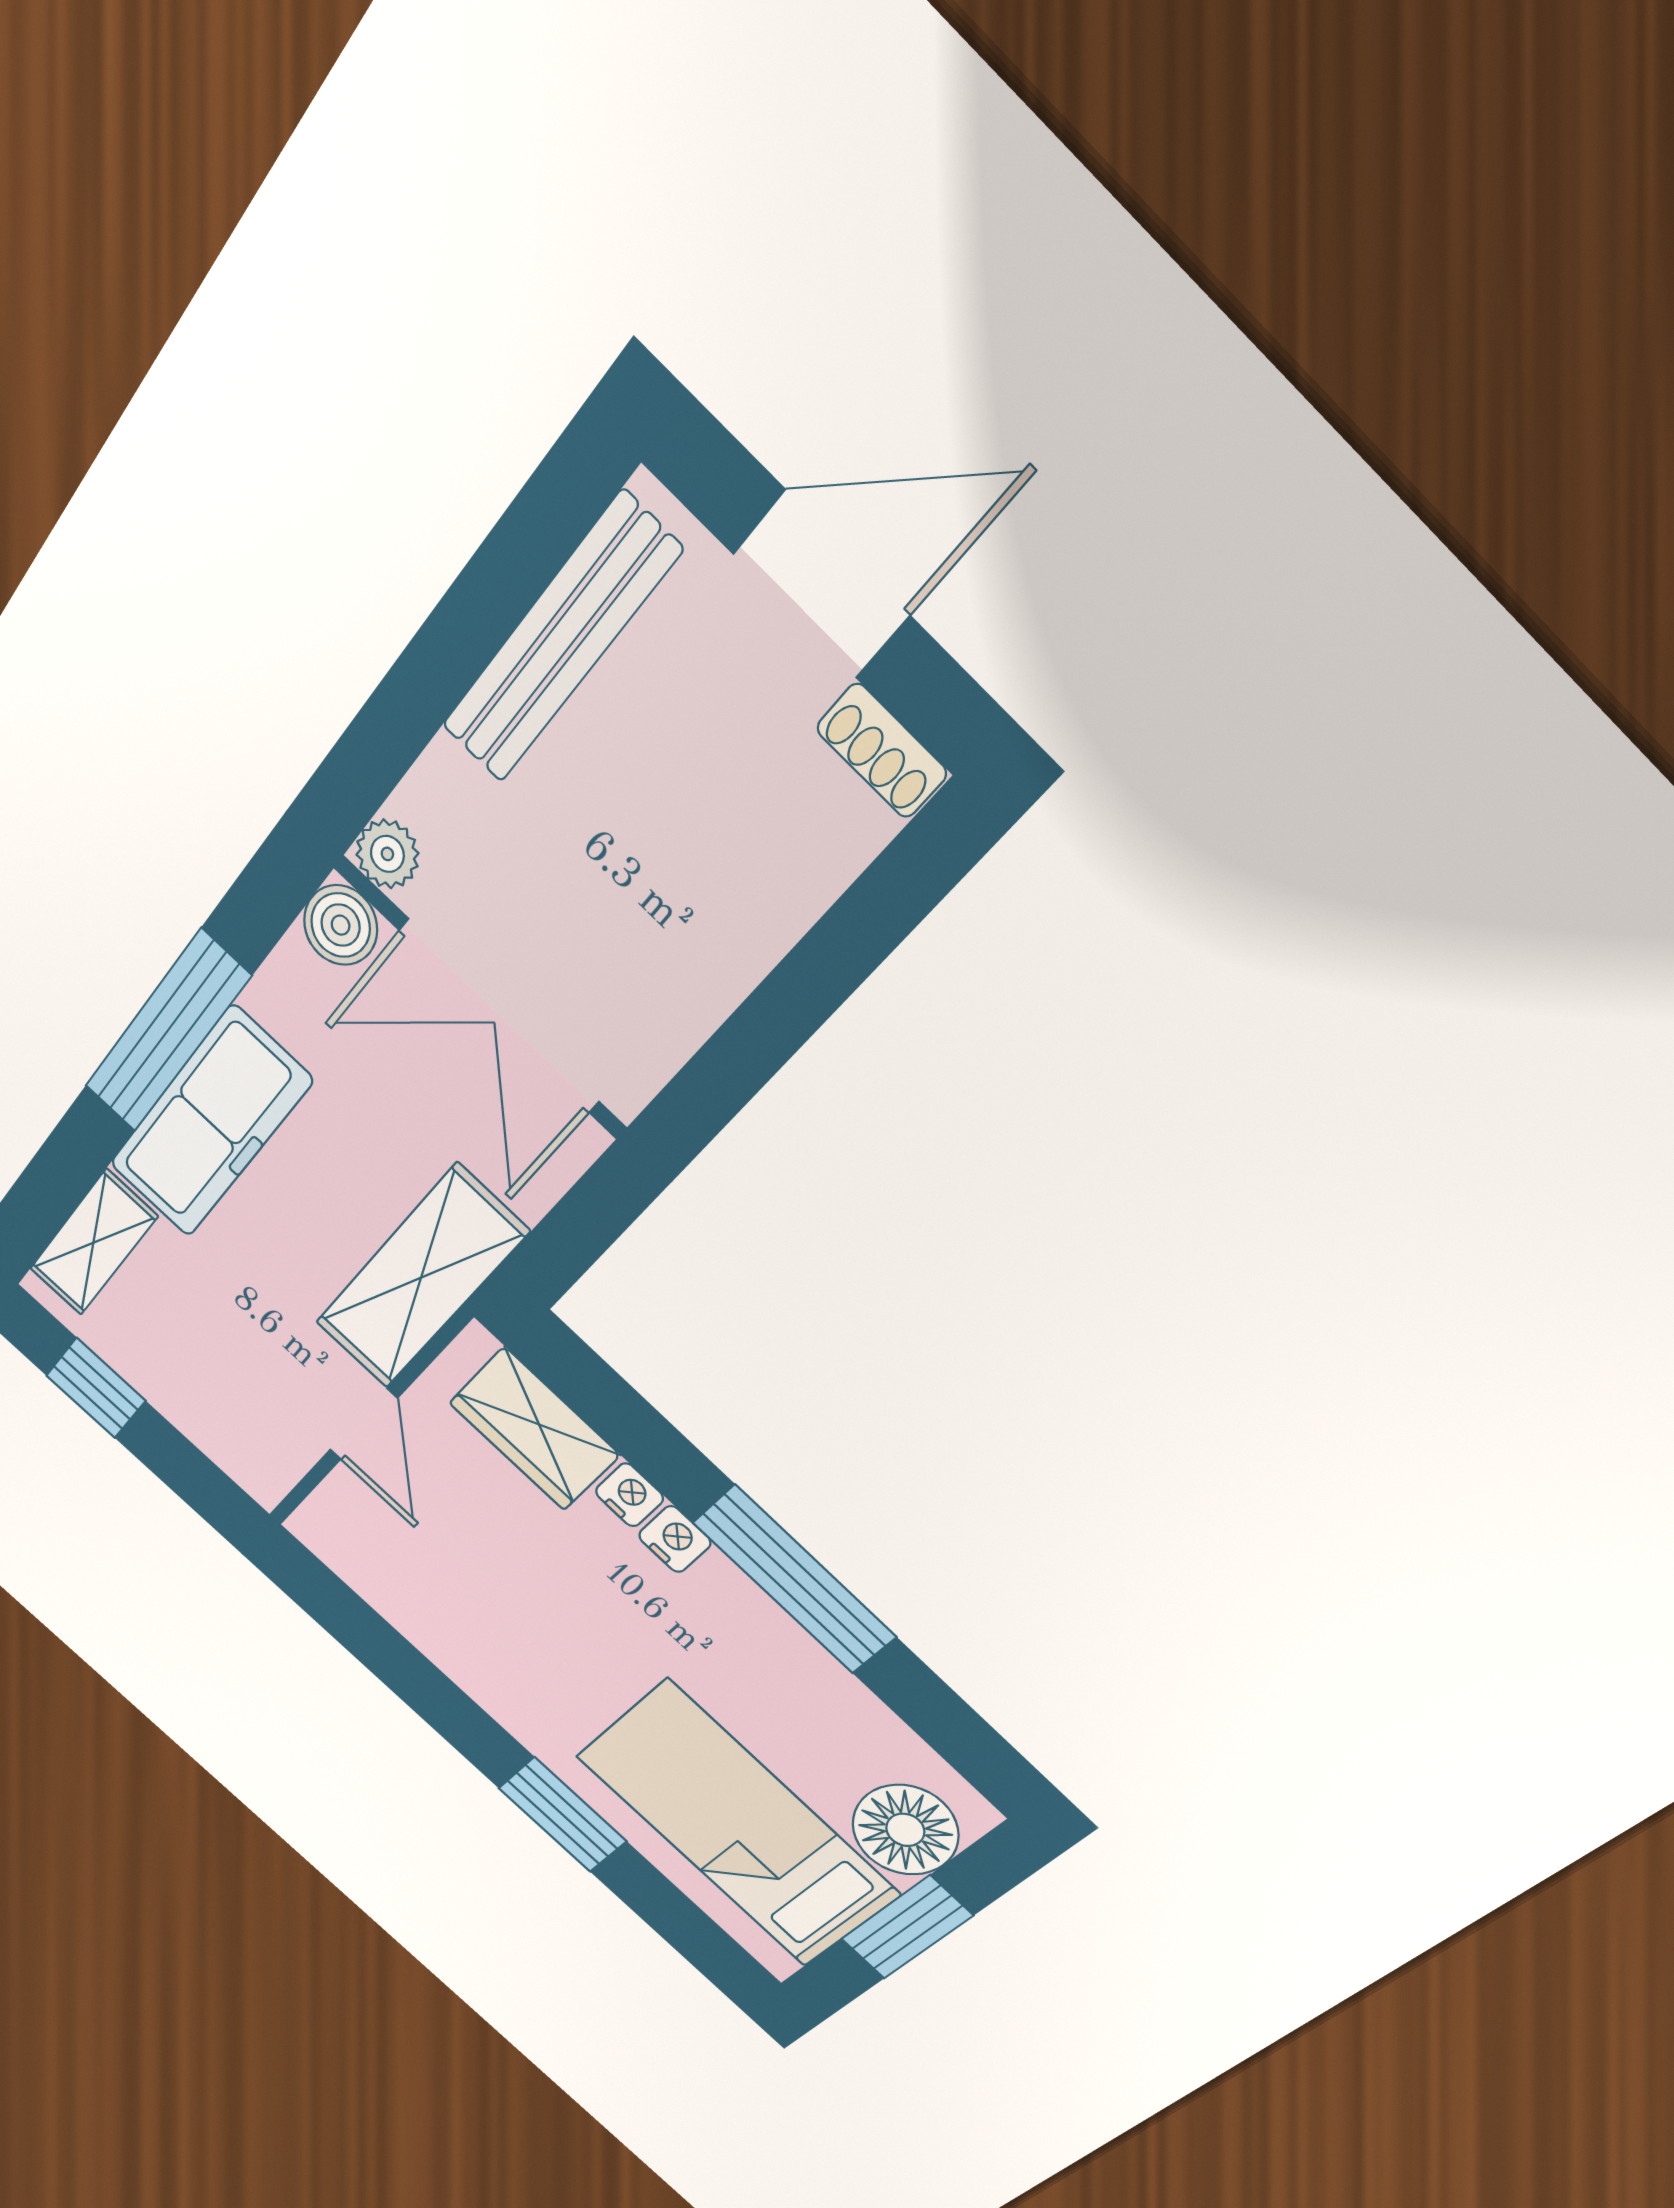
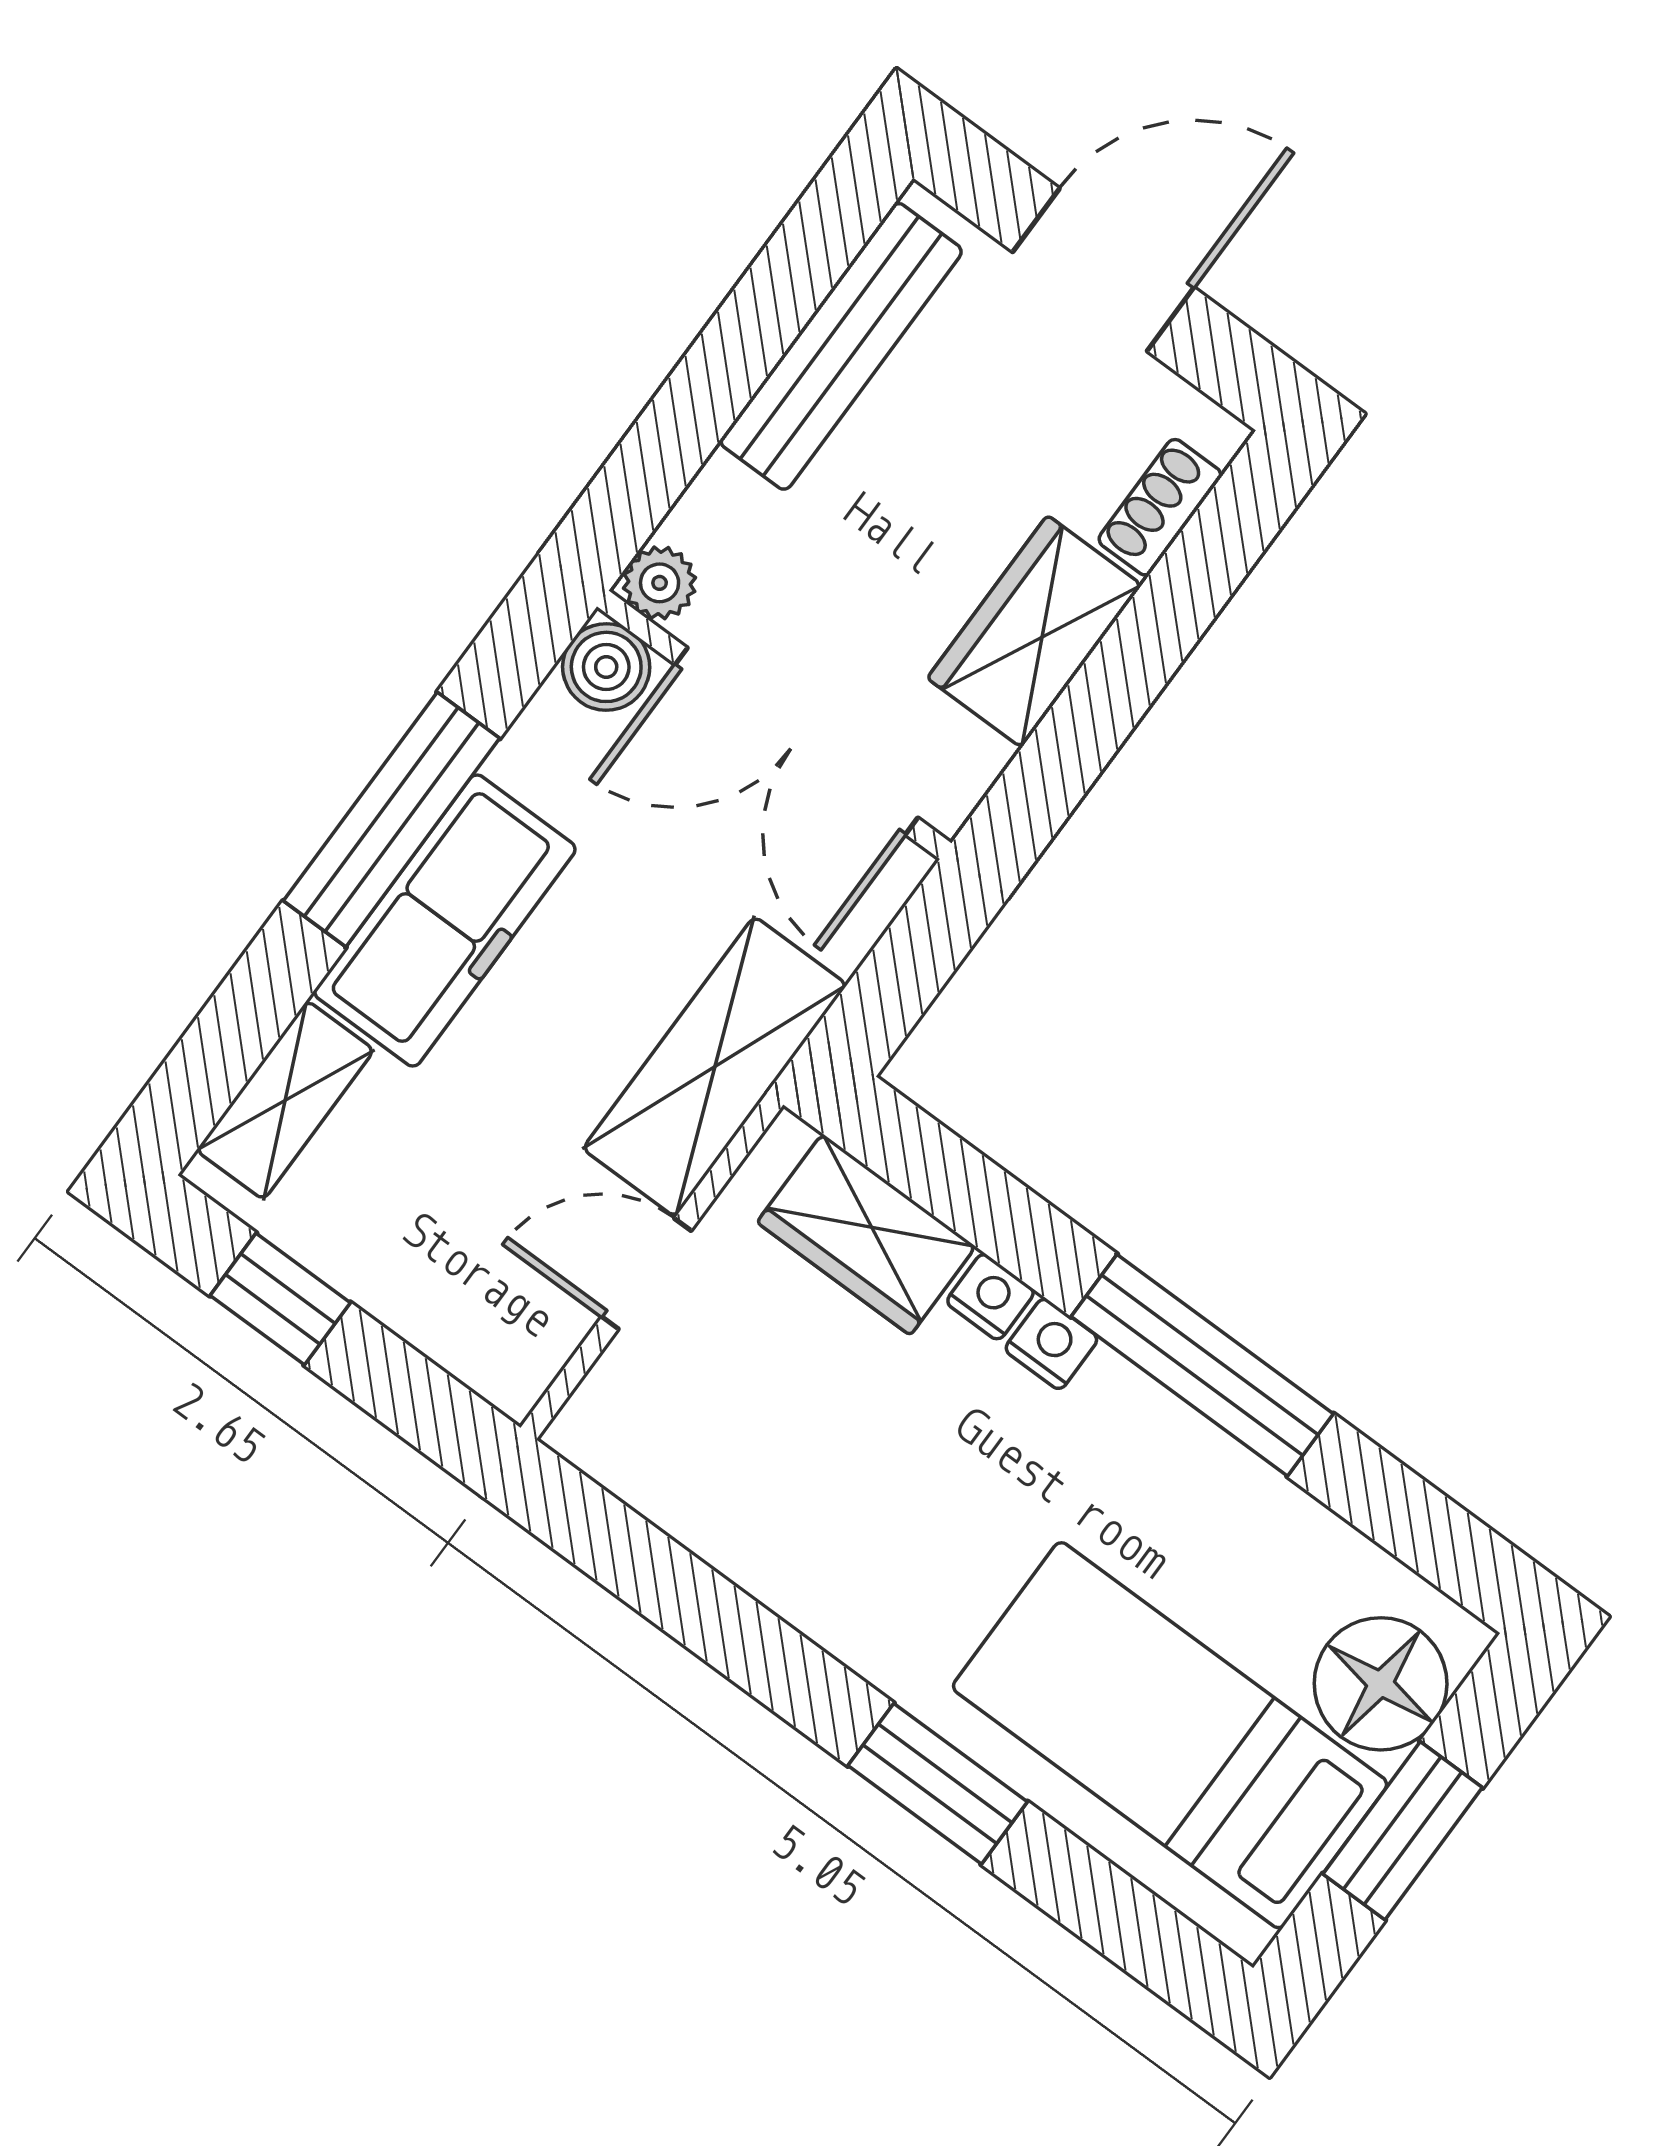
shoe rack: (882, 751) -> (1160, 507), moved, turned 90
wardrobe: (717, 947) -> (1035, 632), added
door: (364, 1424) -> (646, 1274), swing flipped

